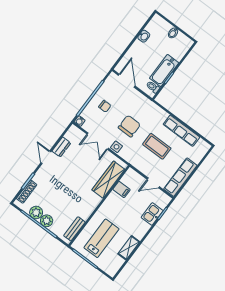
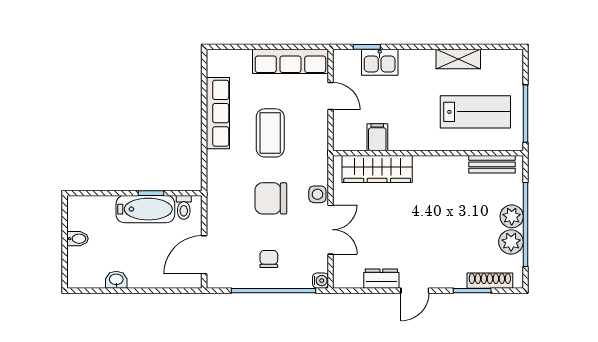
lab bench: (101, 238) -> (475, 112), turned 180

